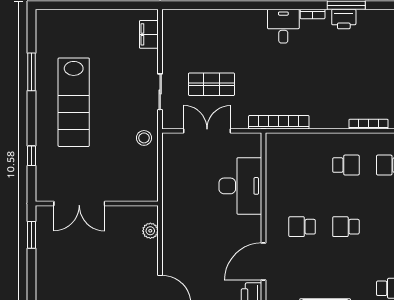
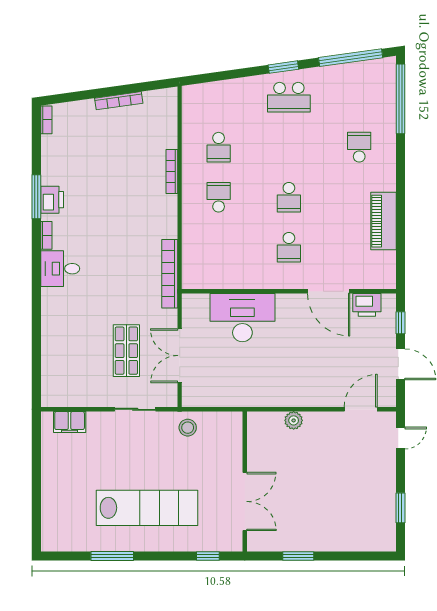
double door: (79, 203) -> (245, 501), moved
wall: (97, 203) -> (245, 482), moved

